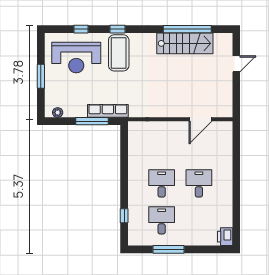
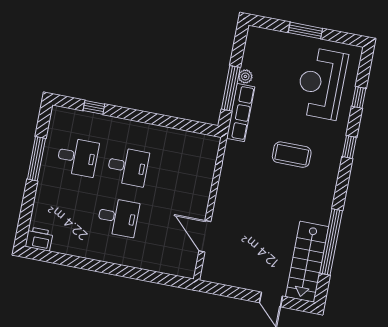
stairs: (185, 43) -> (307, 262), moved
coffee table: (119, 53) -> (292, 155), moved, width x0.73, depth x0.76
plant: (58, 112) -> (245, 76), moved

